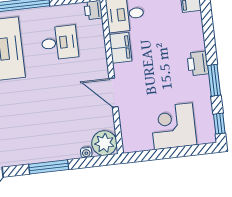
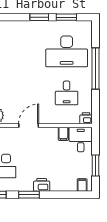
filing cabinet: (121, 48) -> (63, 134), width x0.50

